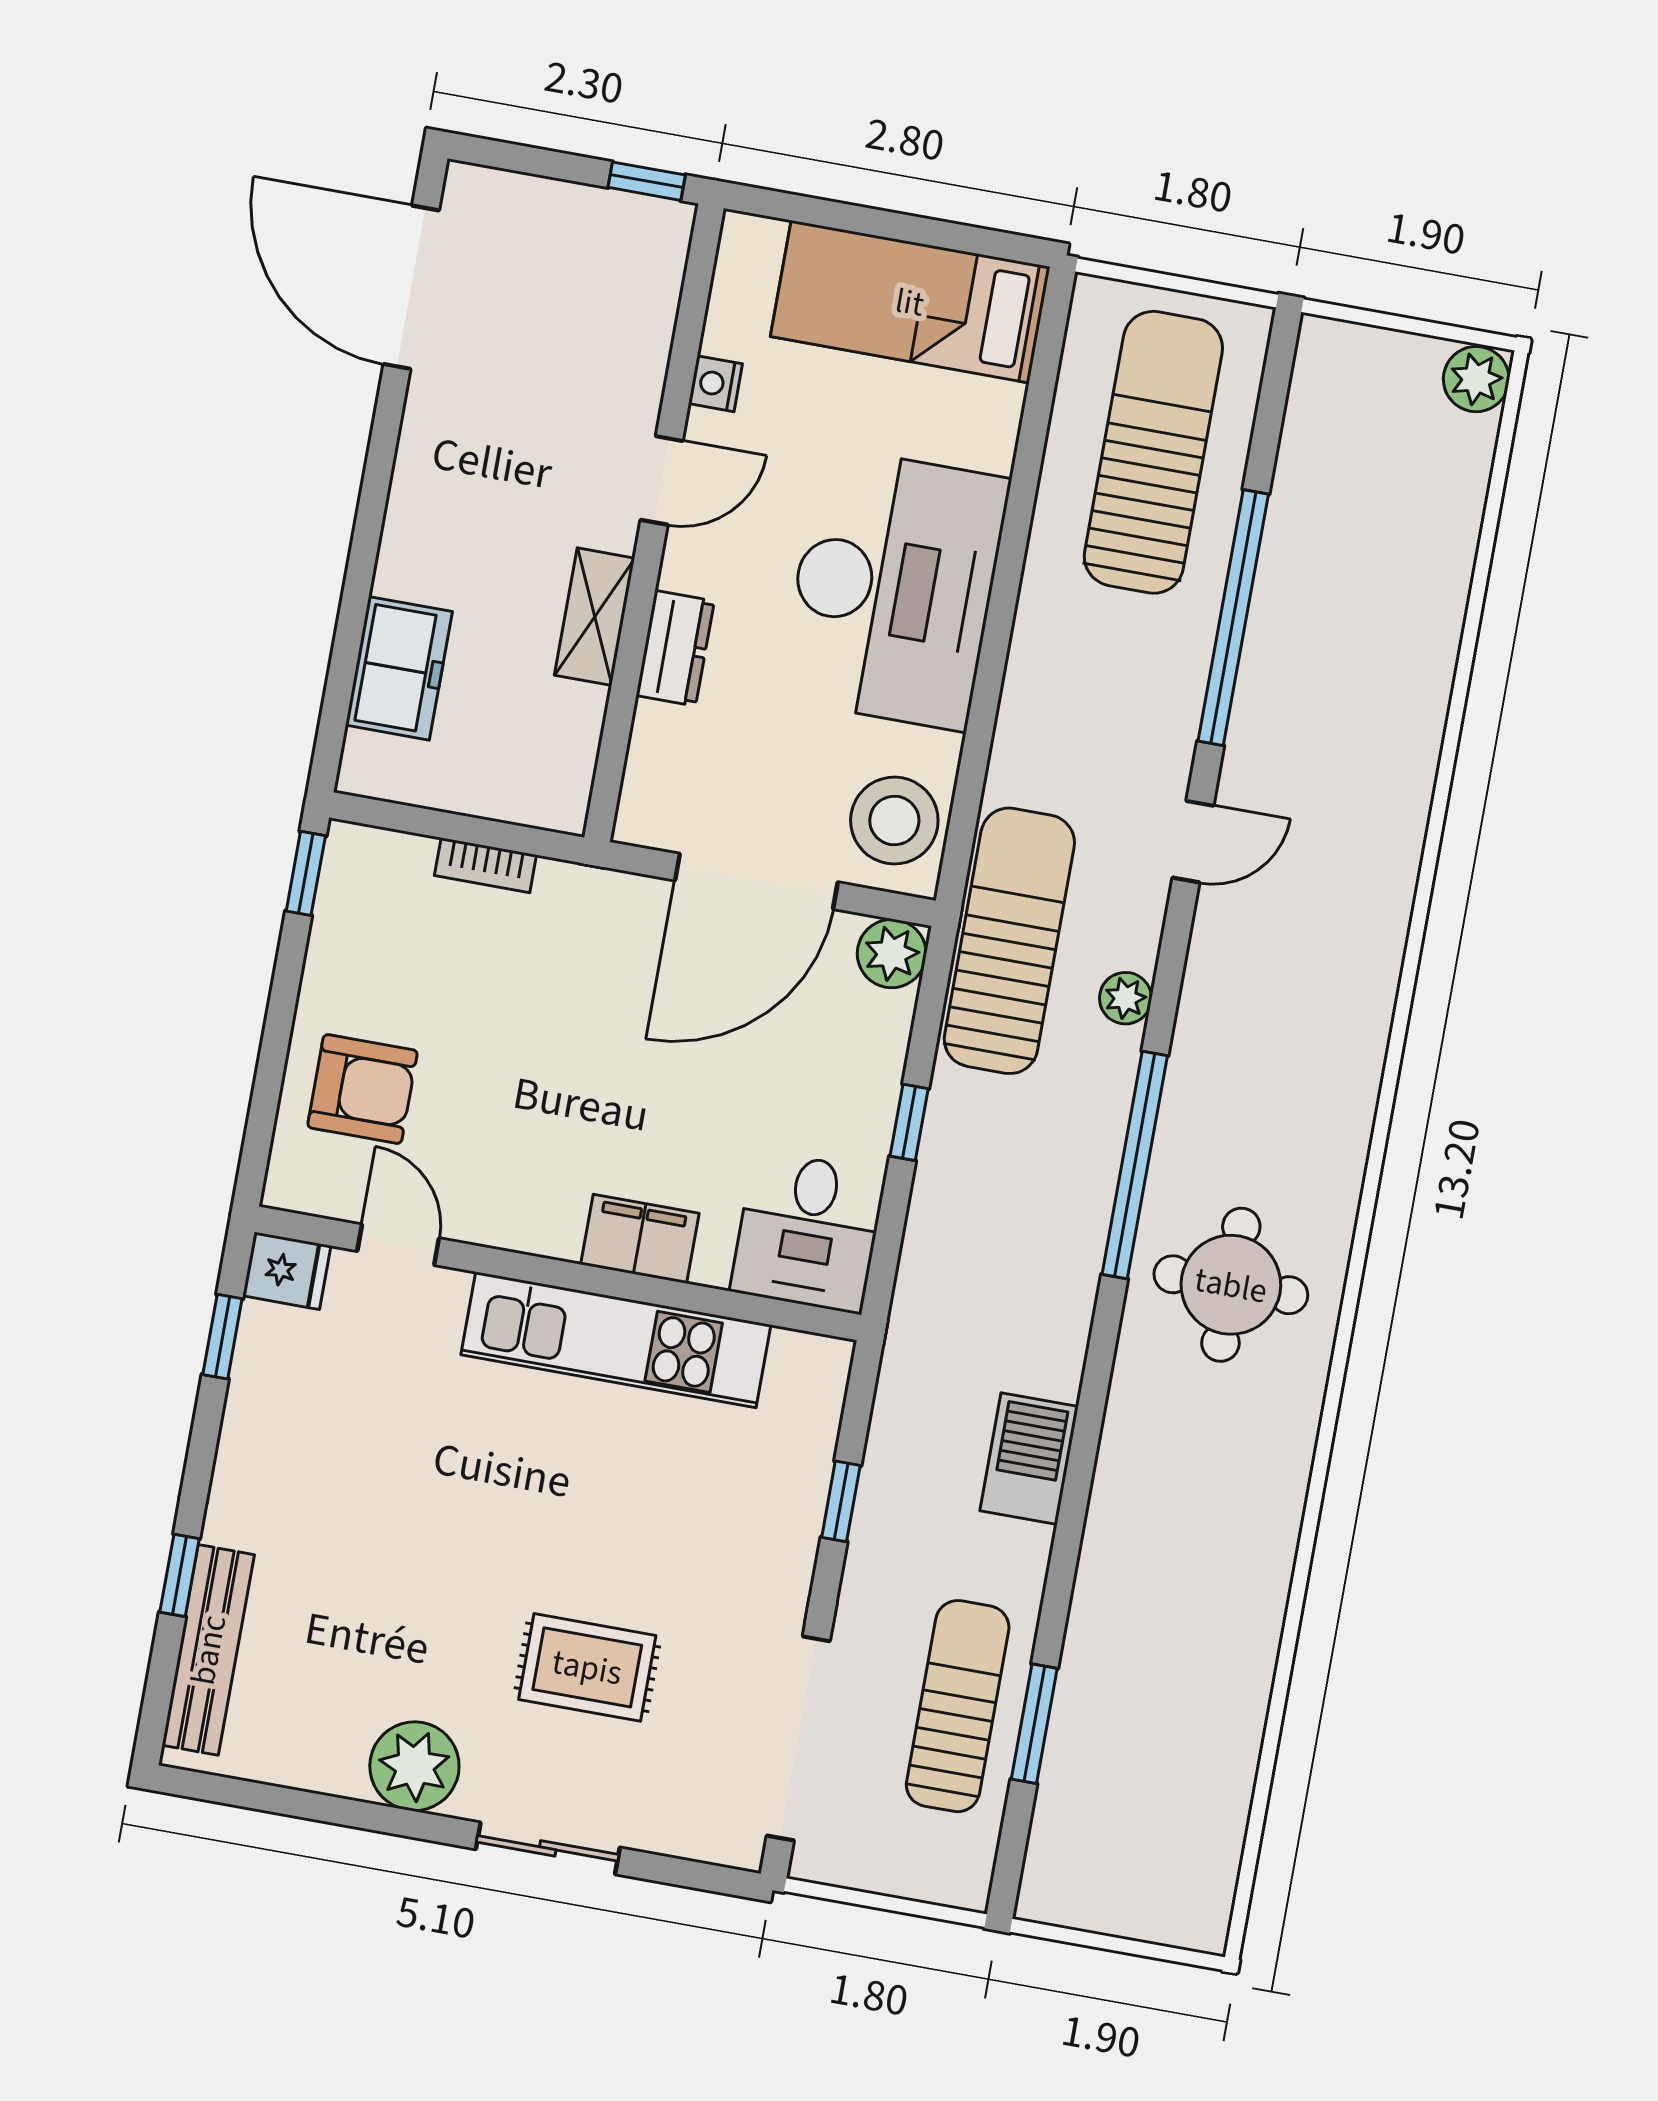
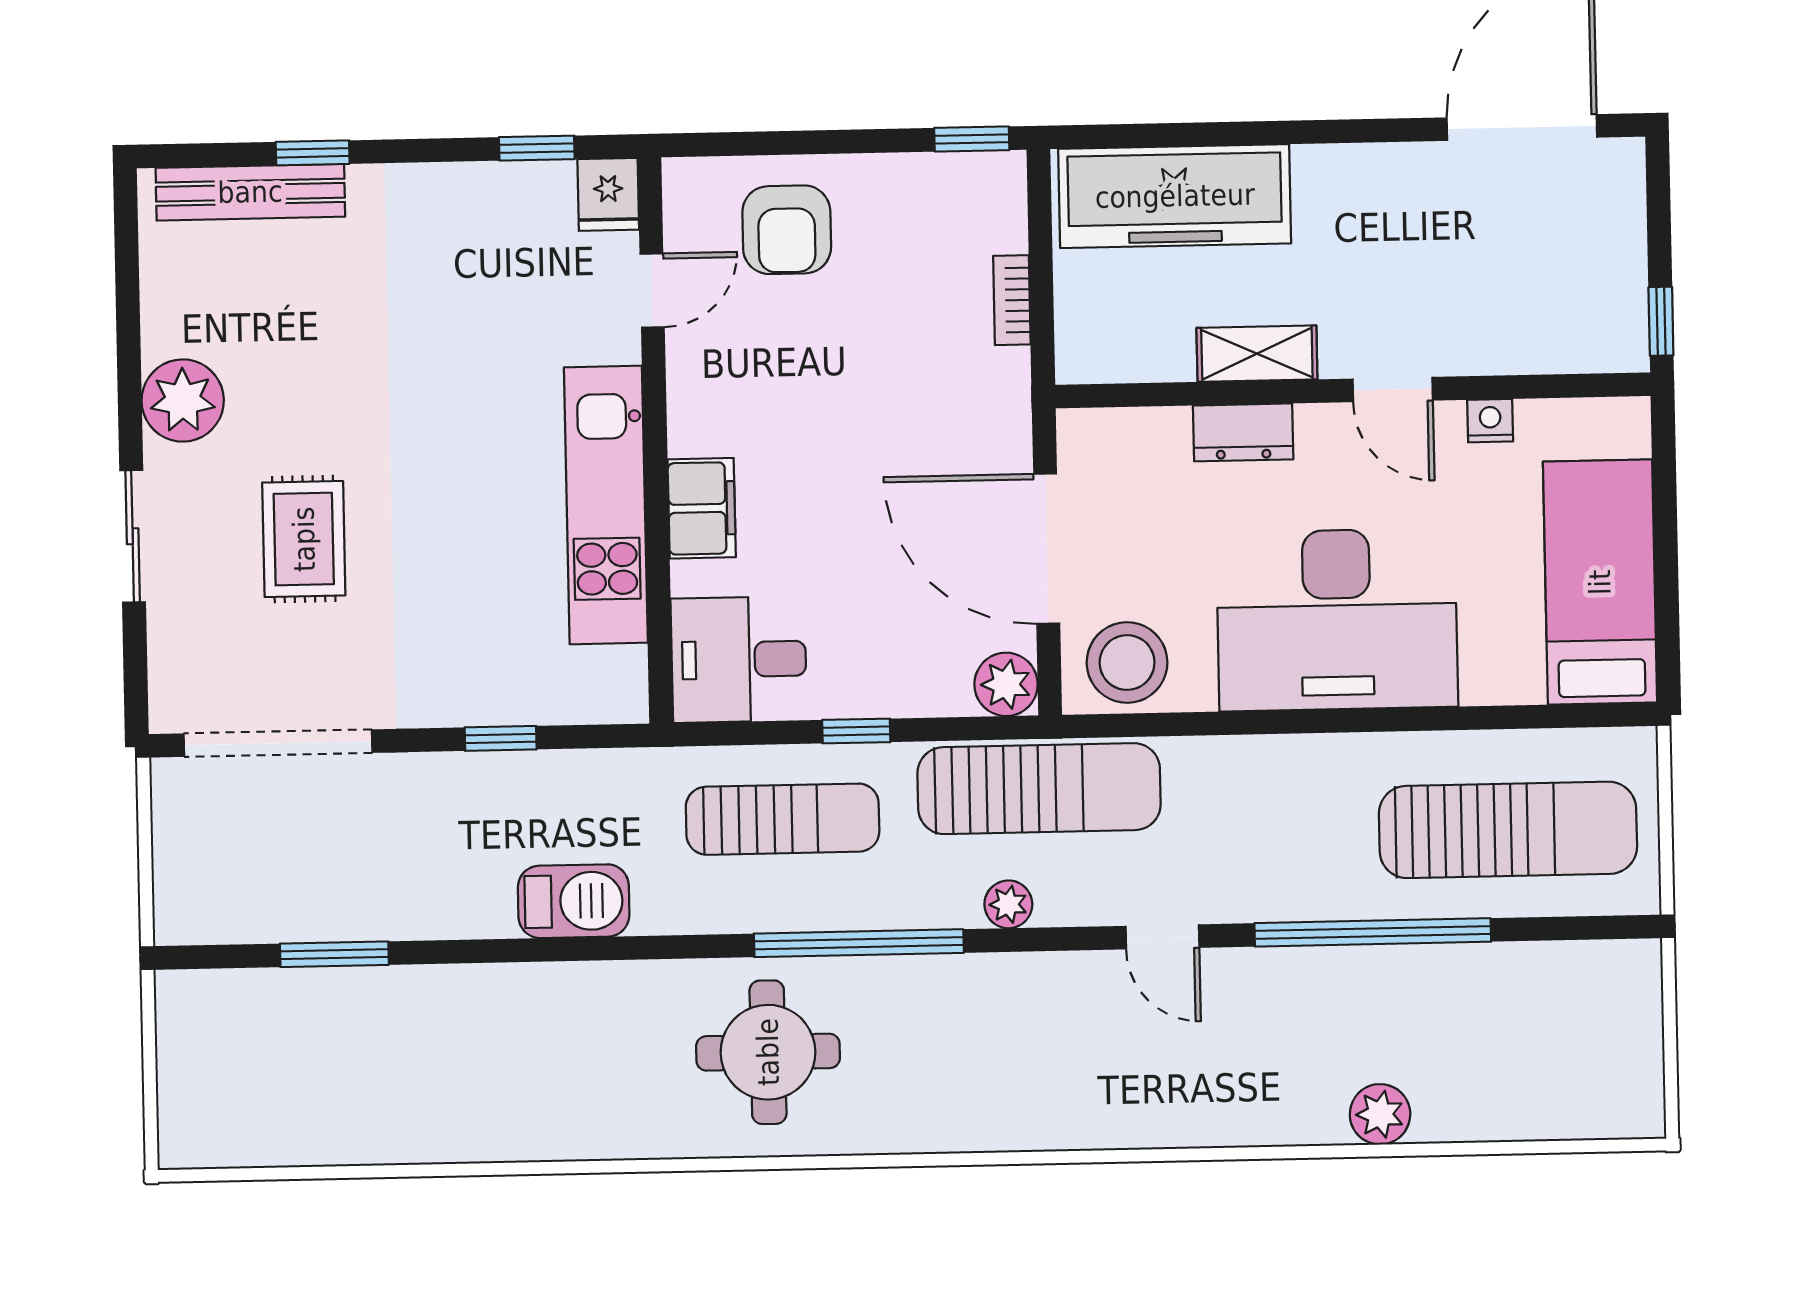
plant: (1476, 379) -> (1380, 1114), moved
freezer: (399, 668) -> (1175, 196), width x1.91, depth x1.26
sun lounger: (958, 1706) -> (783, 819), moved

